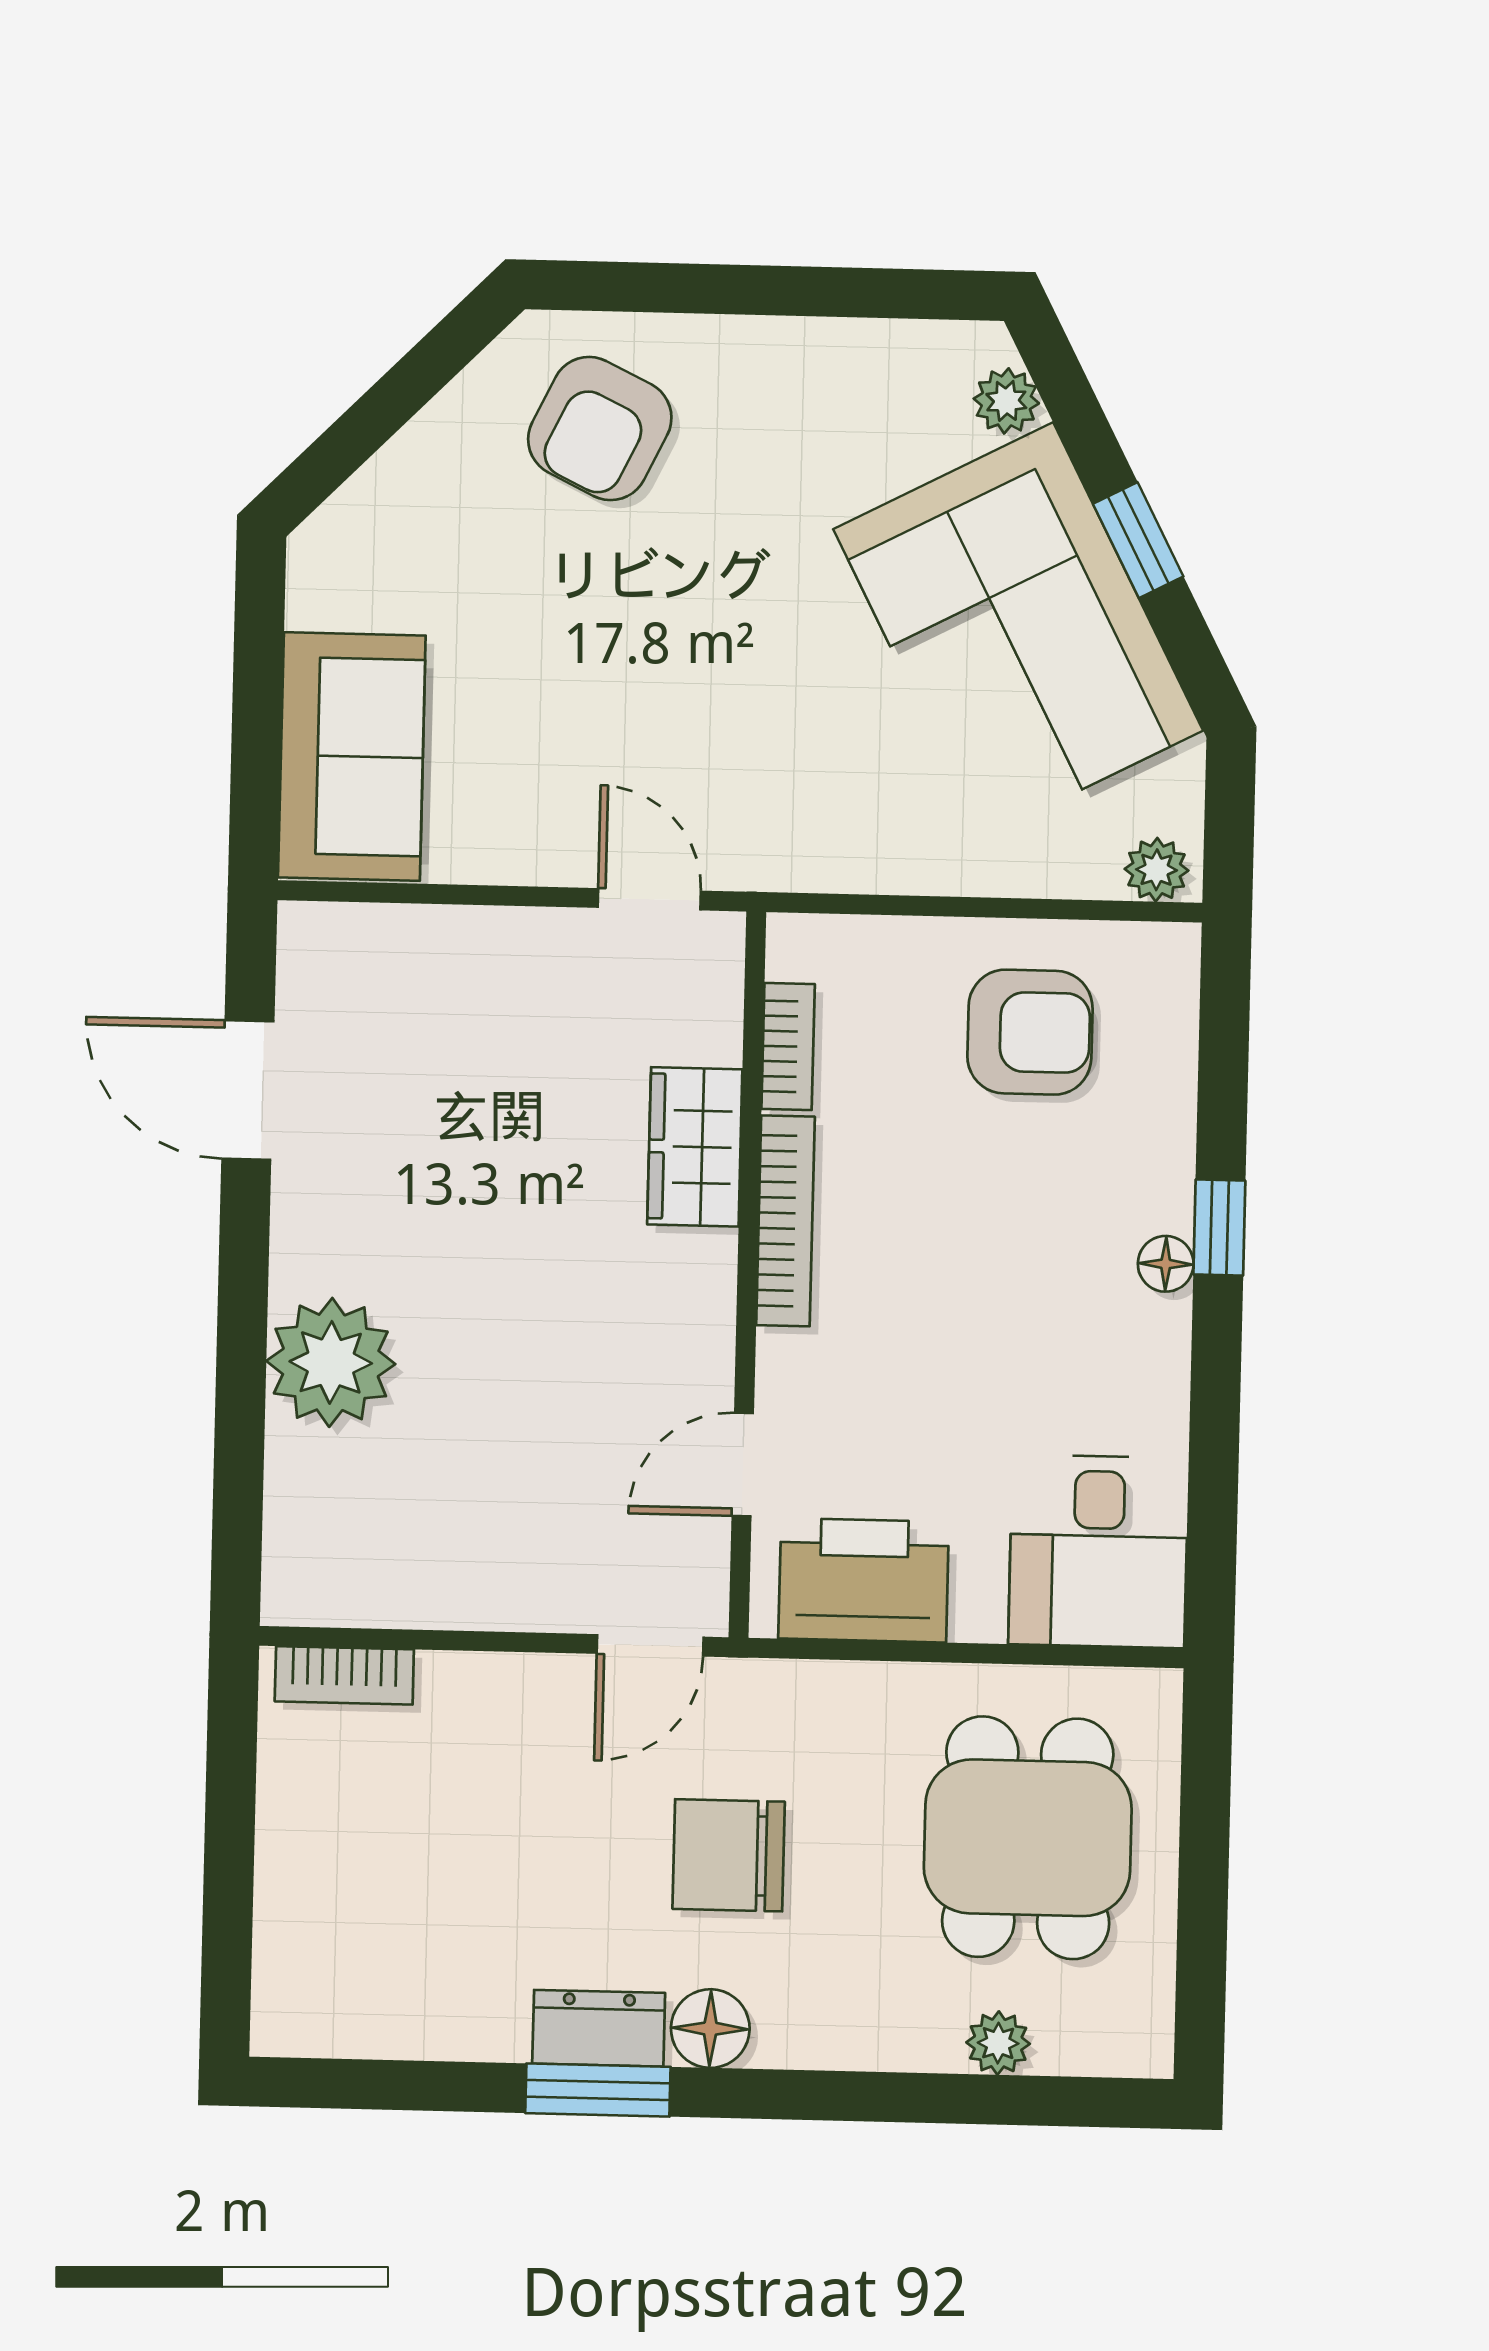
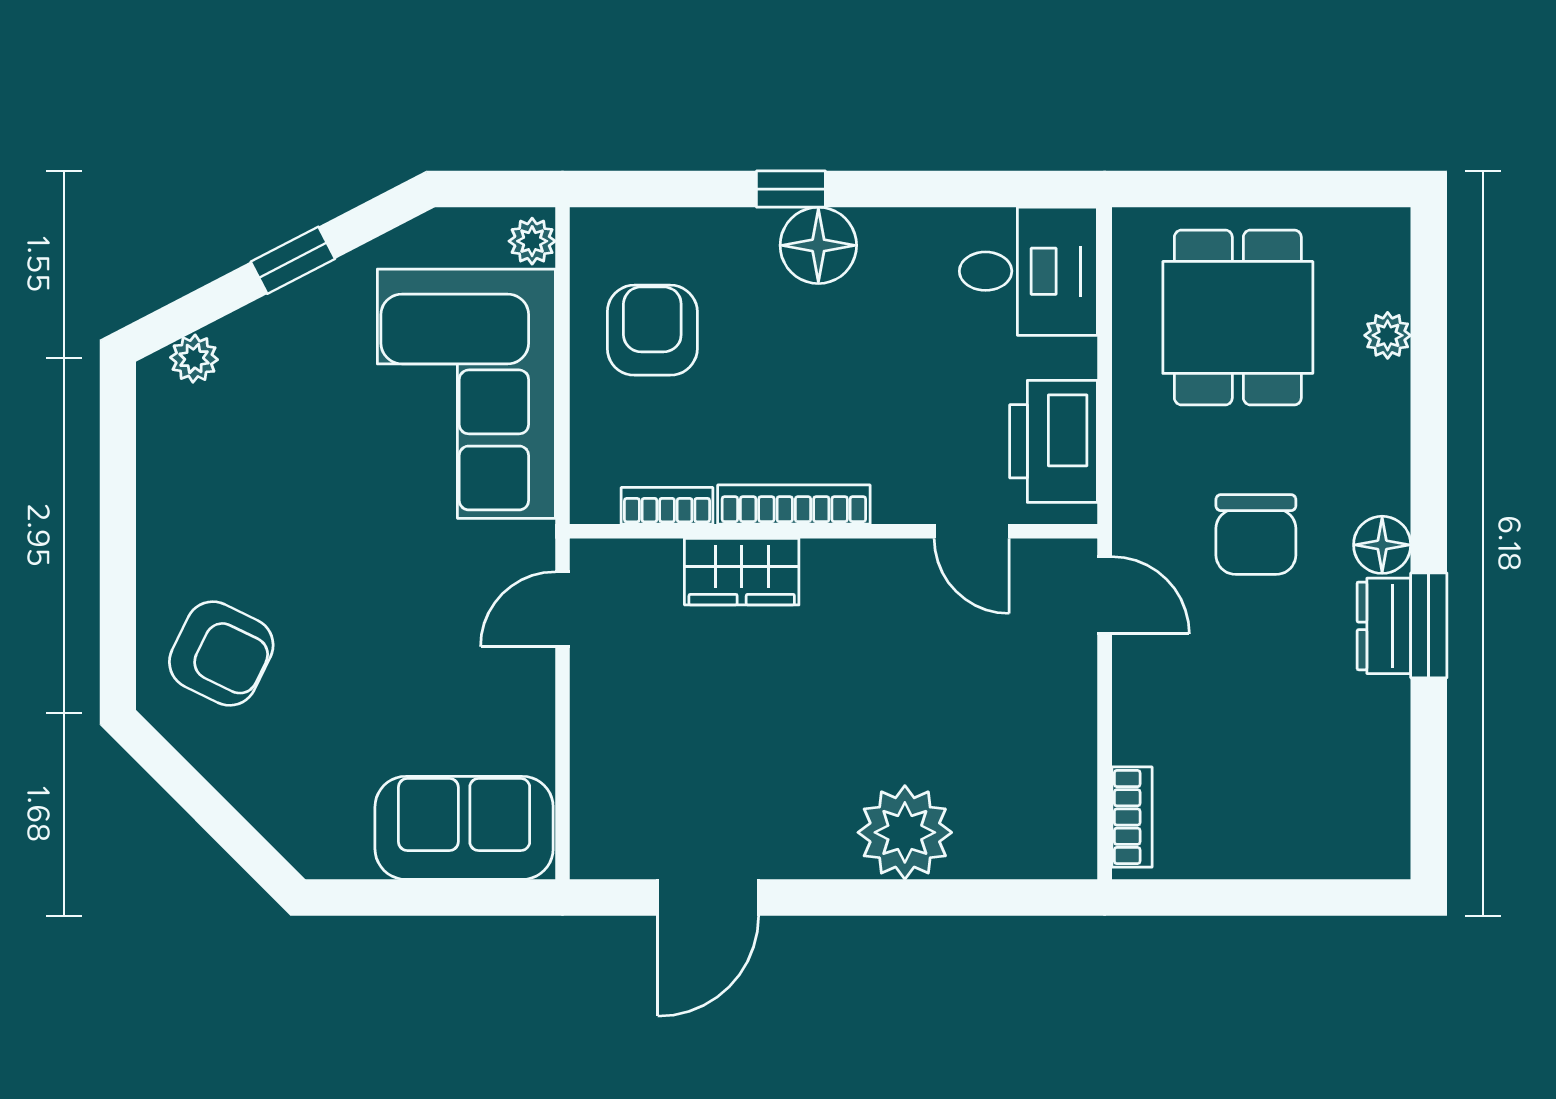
corner sofa: (1018, 630) -> (466, 394), moved, turned 117
floor lamp: (1166, 1264) -> (818, 245), width x1.89, depth x1.89
dining table: (1028, 1838) -> (1238, 317), turned 90

